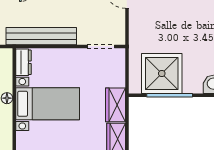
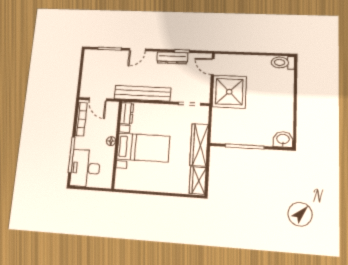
shower: (162, 73) -> (229, 92), moved
wardrobe: (115, 105) -> (199, 145), width x1.50

